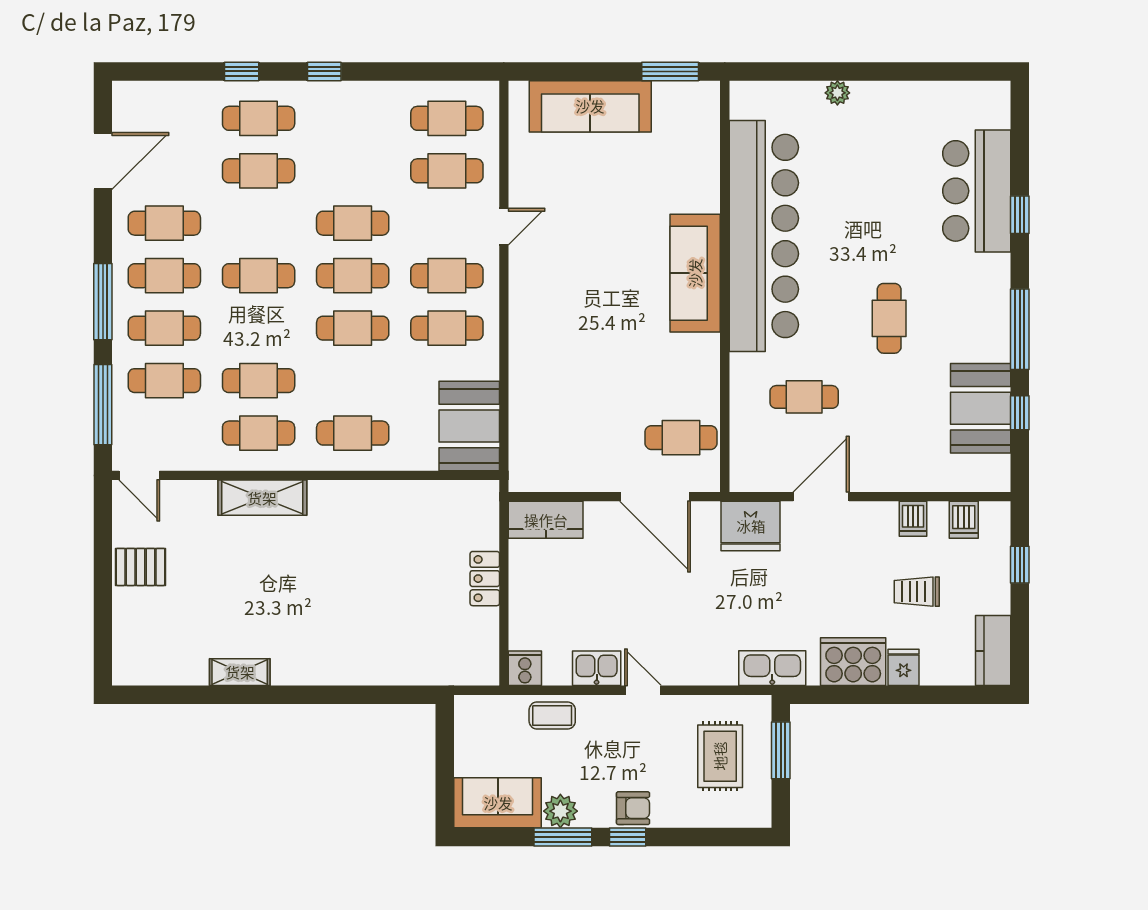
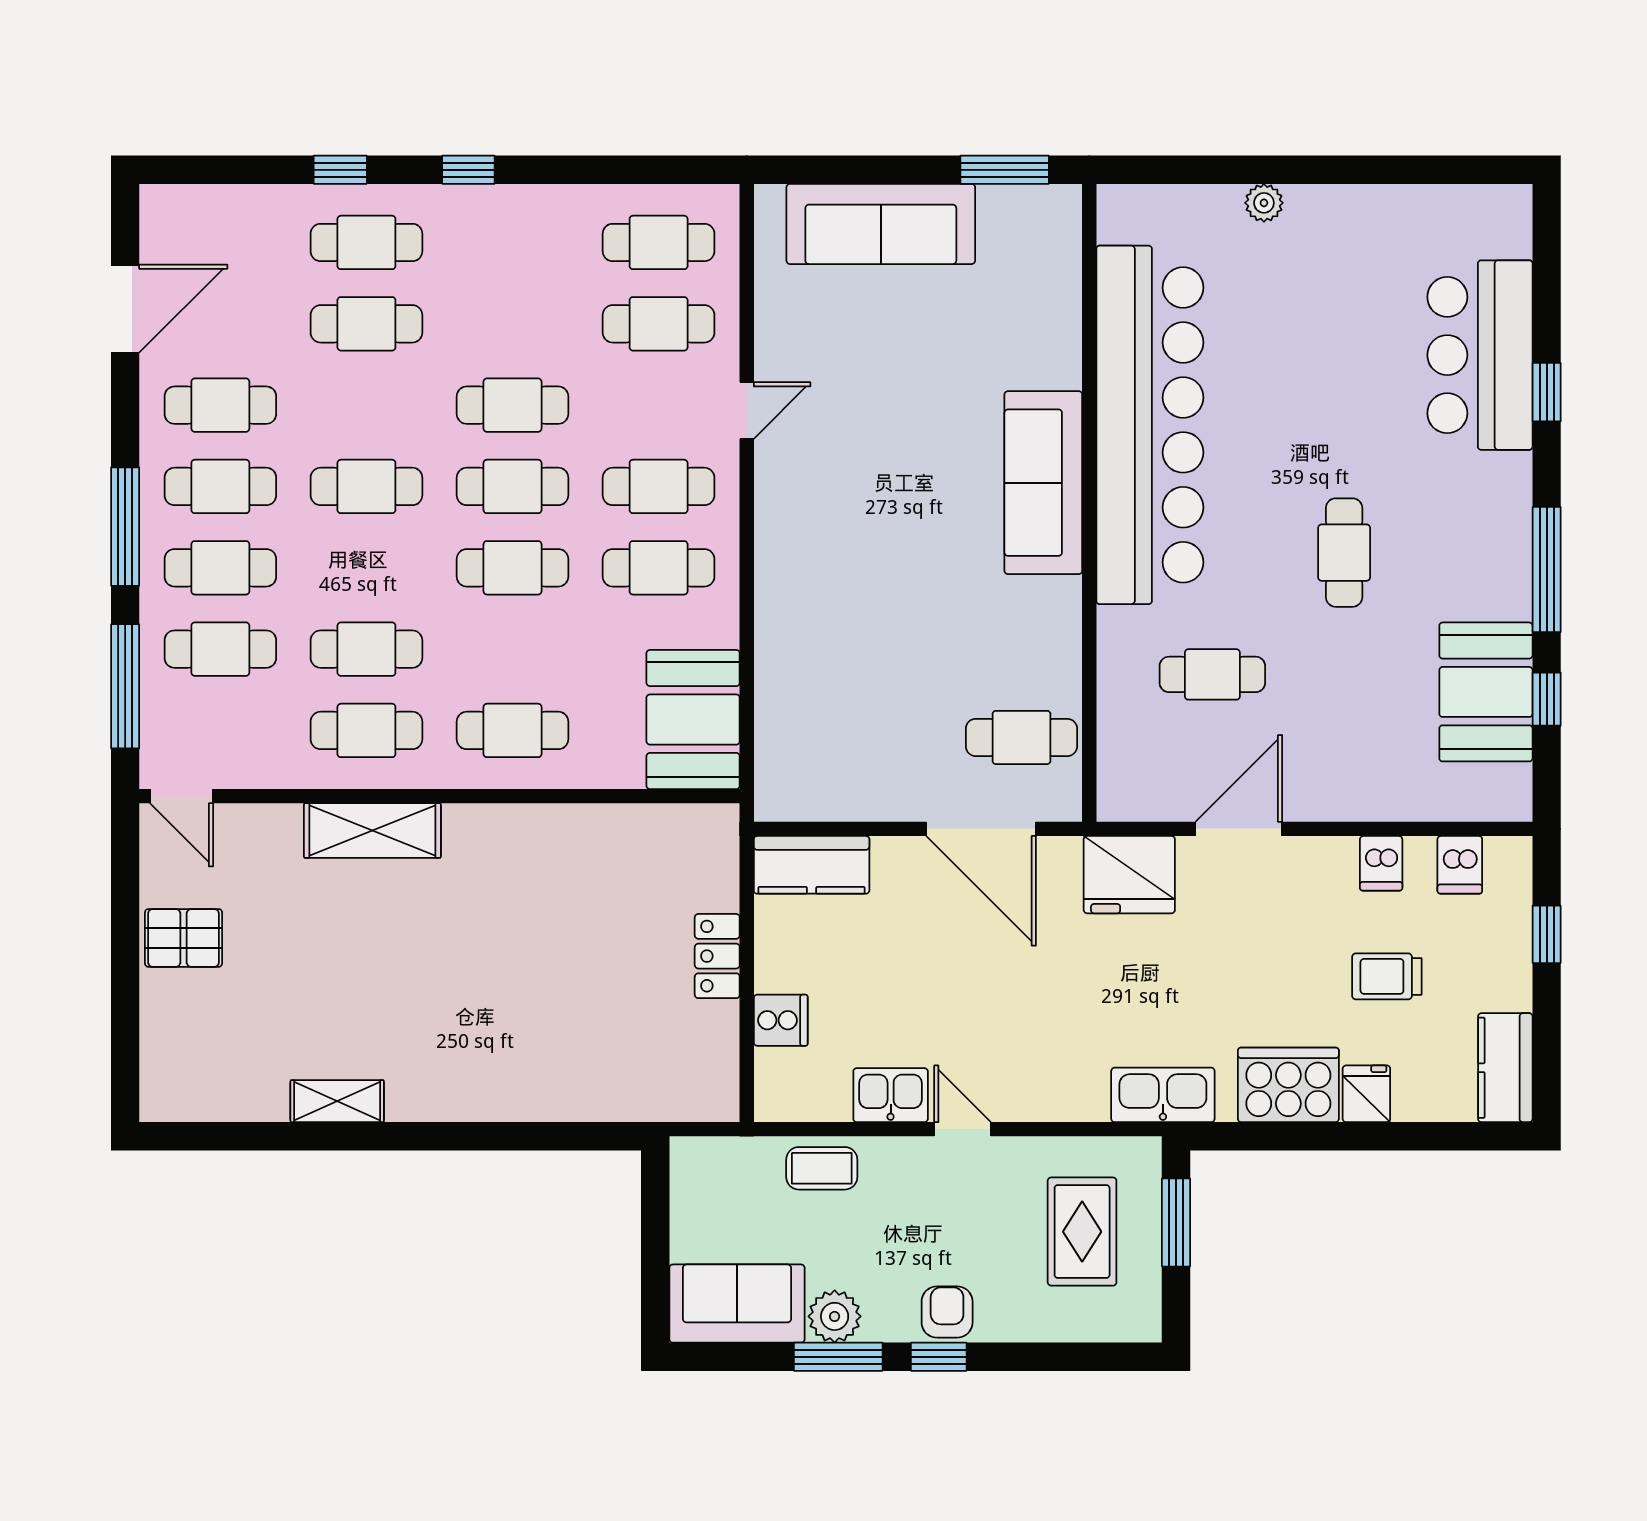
cooker: (525, 668) -> (781, 1020), moved, turned 90
armchair: (633, 808) -> (947, 1312), turned -90

